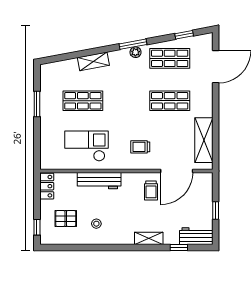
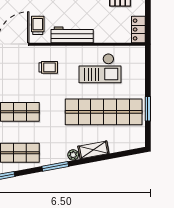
plant: (136, 52) -> (73, 155), moved
shop shelf: (83, 101) -> (104, 112), width x2.00, depth x1.36
workbench: (99, 181) -> (72, 35), moved

